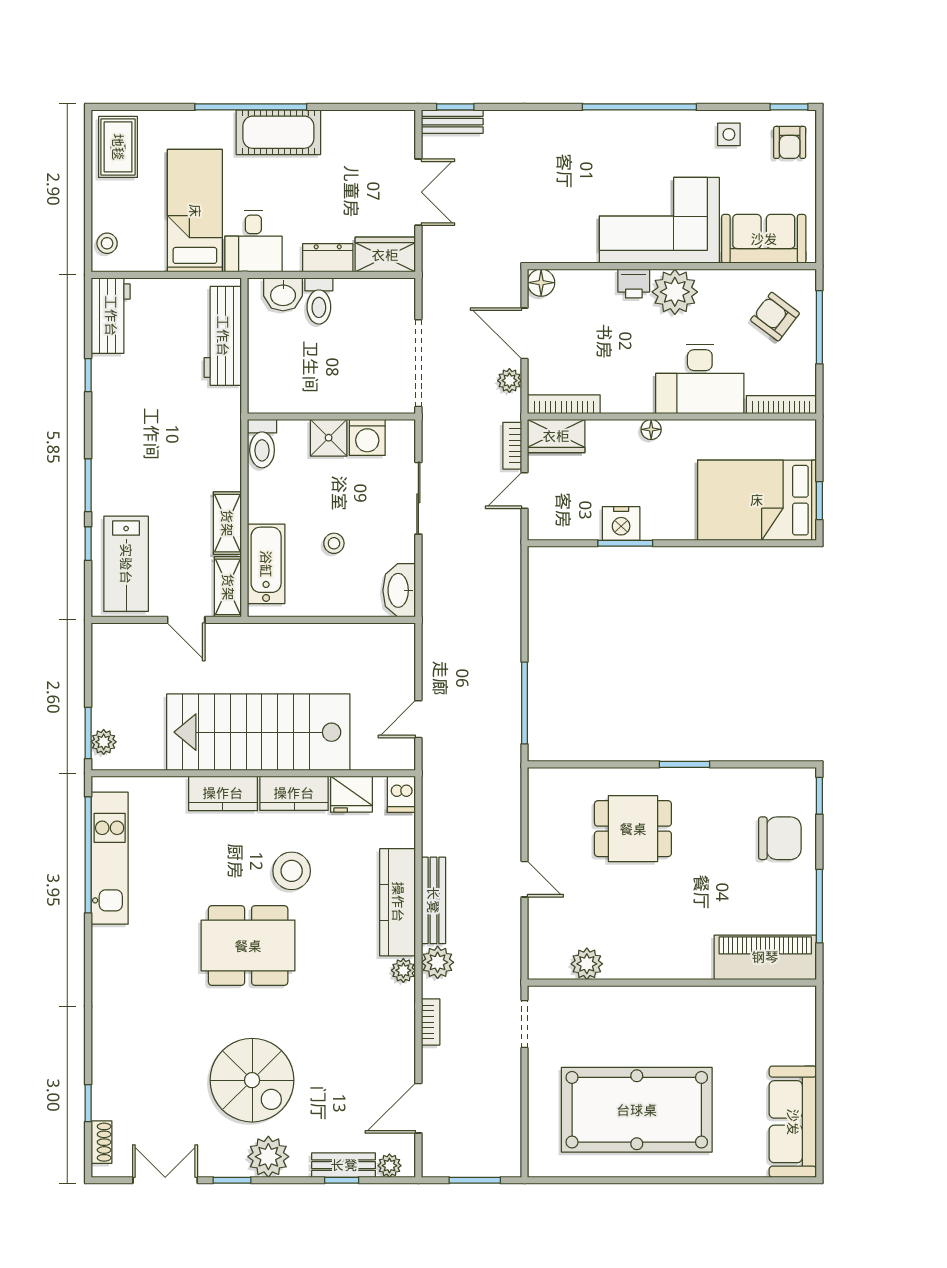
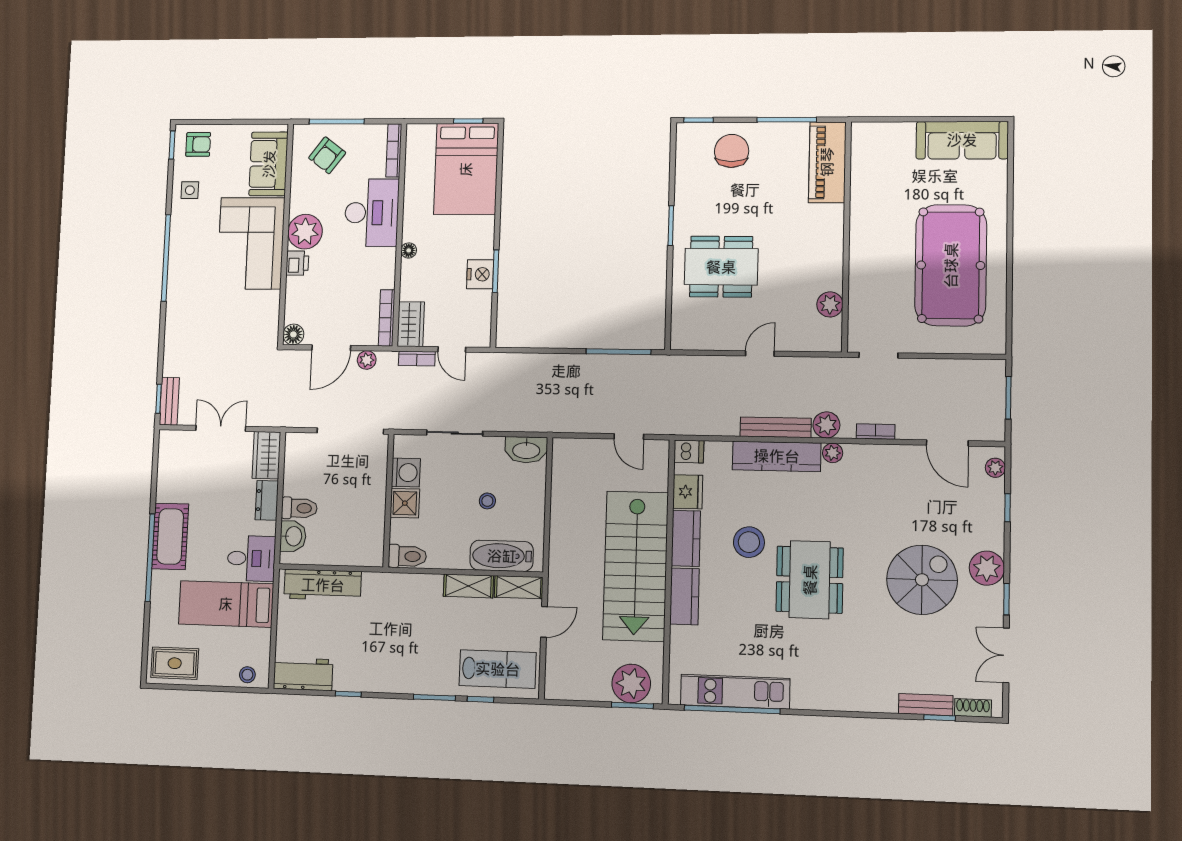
plant: (104, 742) -> (631, 683), width x1.87, depth x1.87
dining table: (633, 829) -> (721, 267), width x1.38
bench: (344, 1165) -> (926, 705), moved, turned 90

